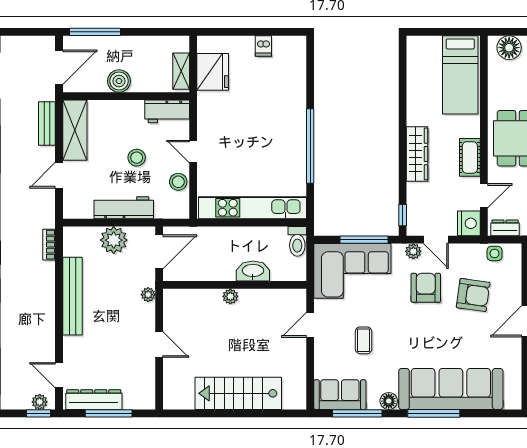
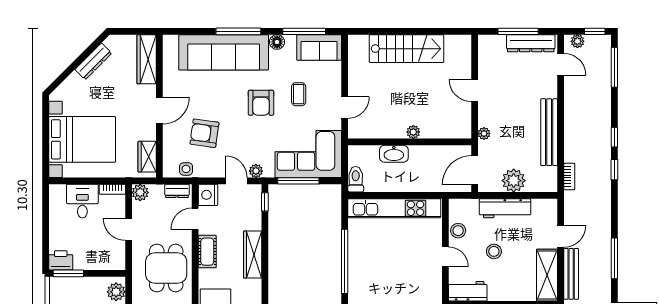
bench: (47, 124) -> (571, 274), width x1.36
armchair: (426, 288) -> (261, 103), moved
window: (39, 413) -> (595, 31), moved

